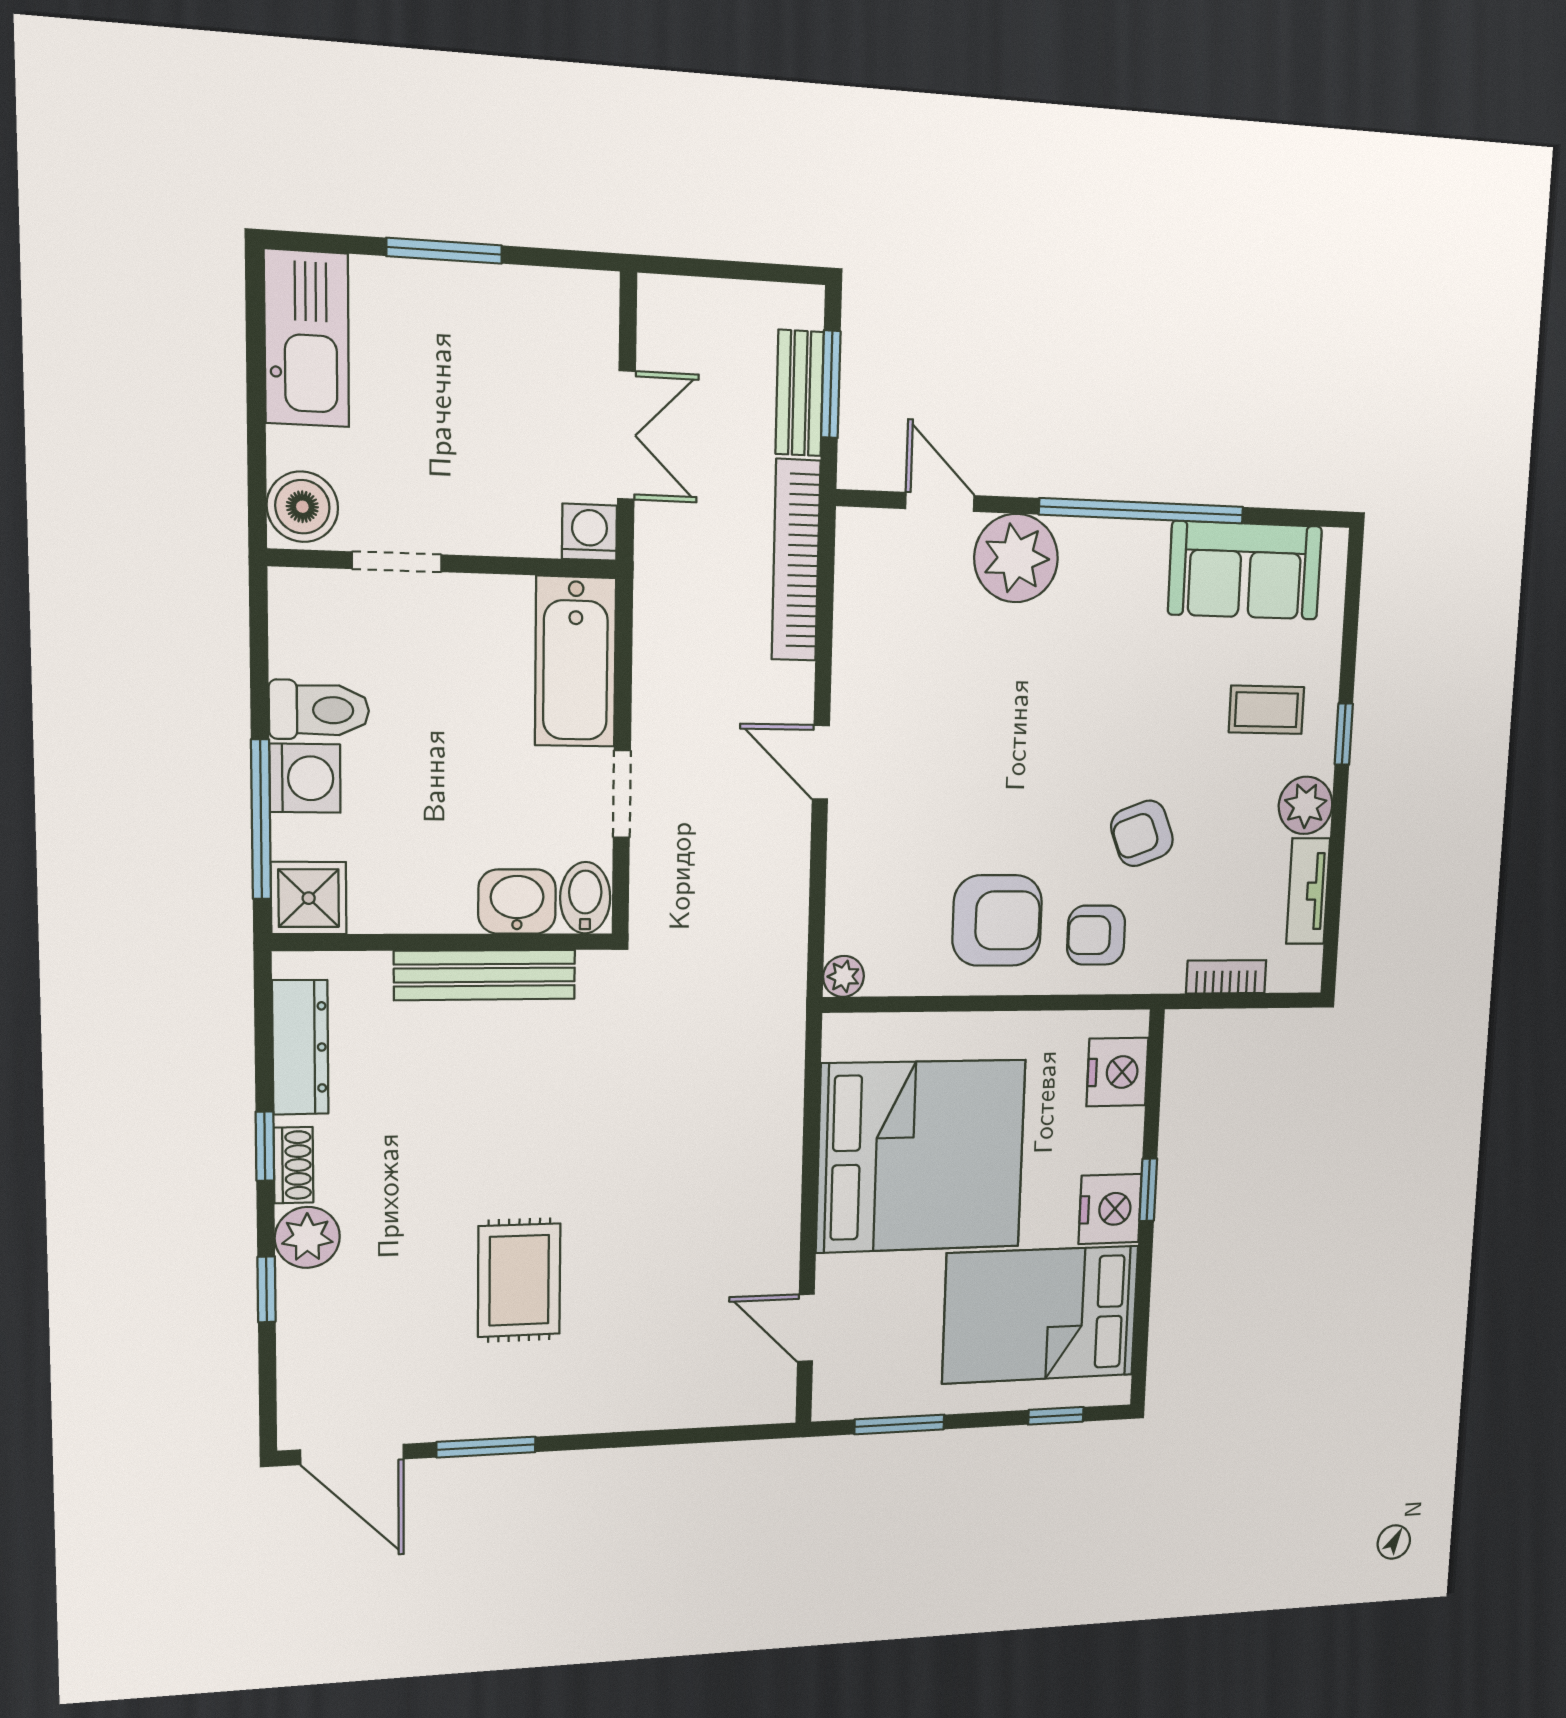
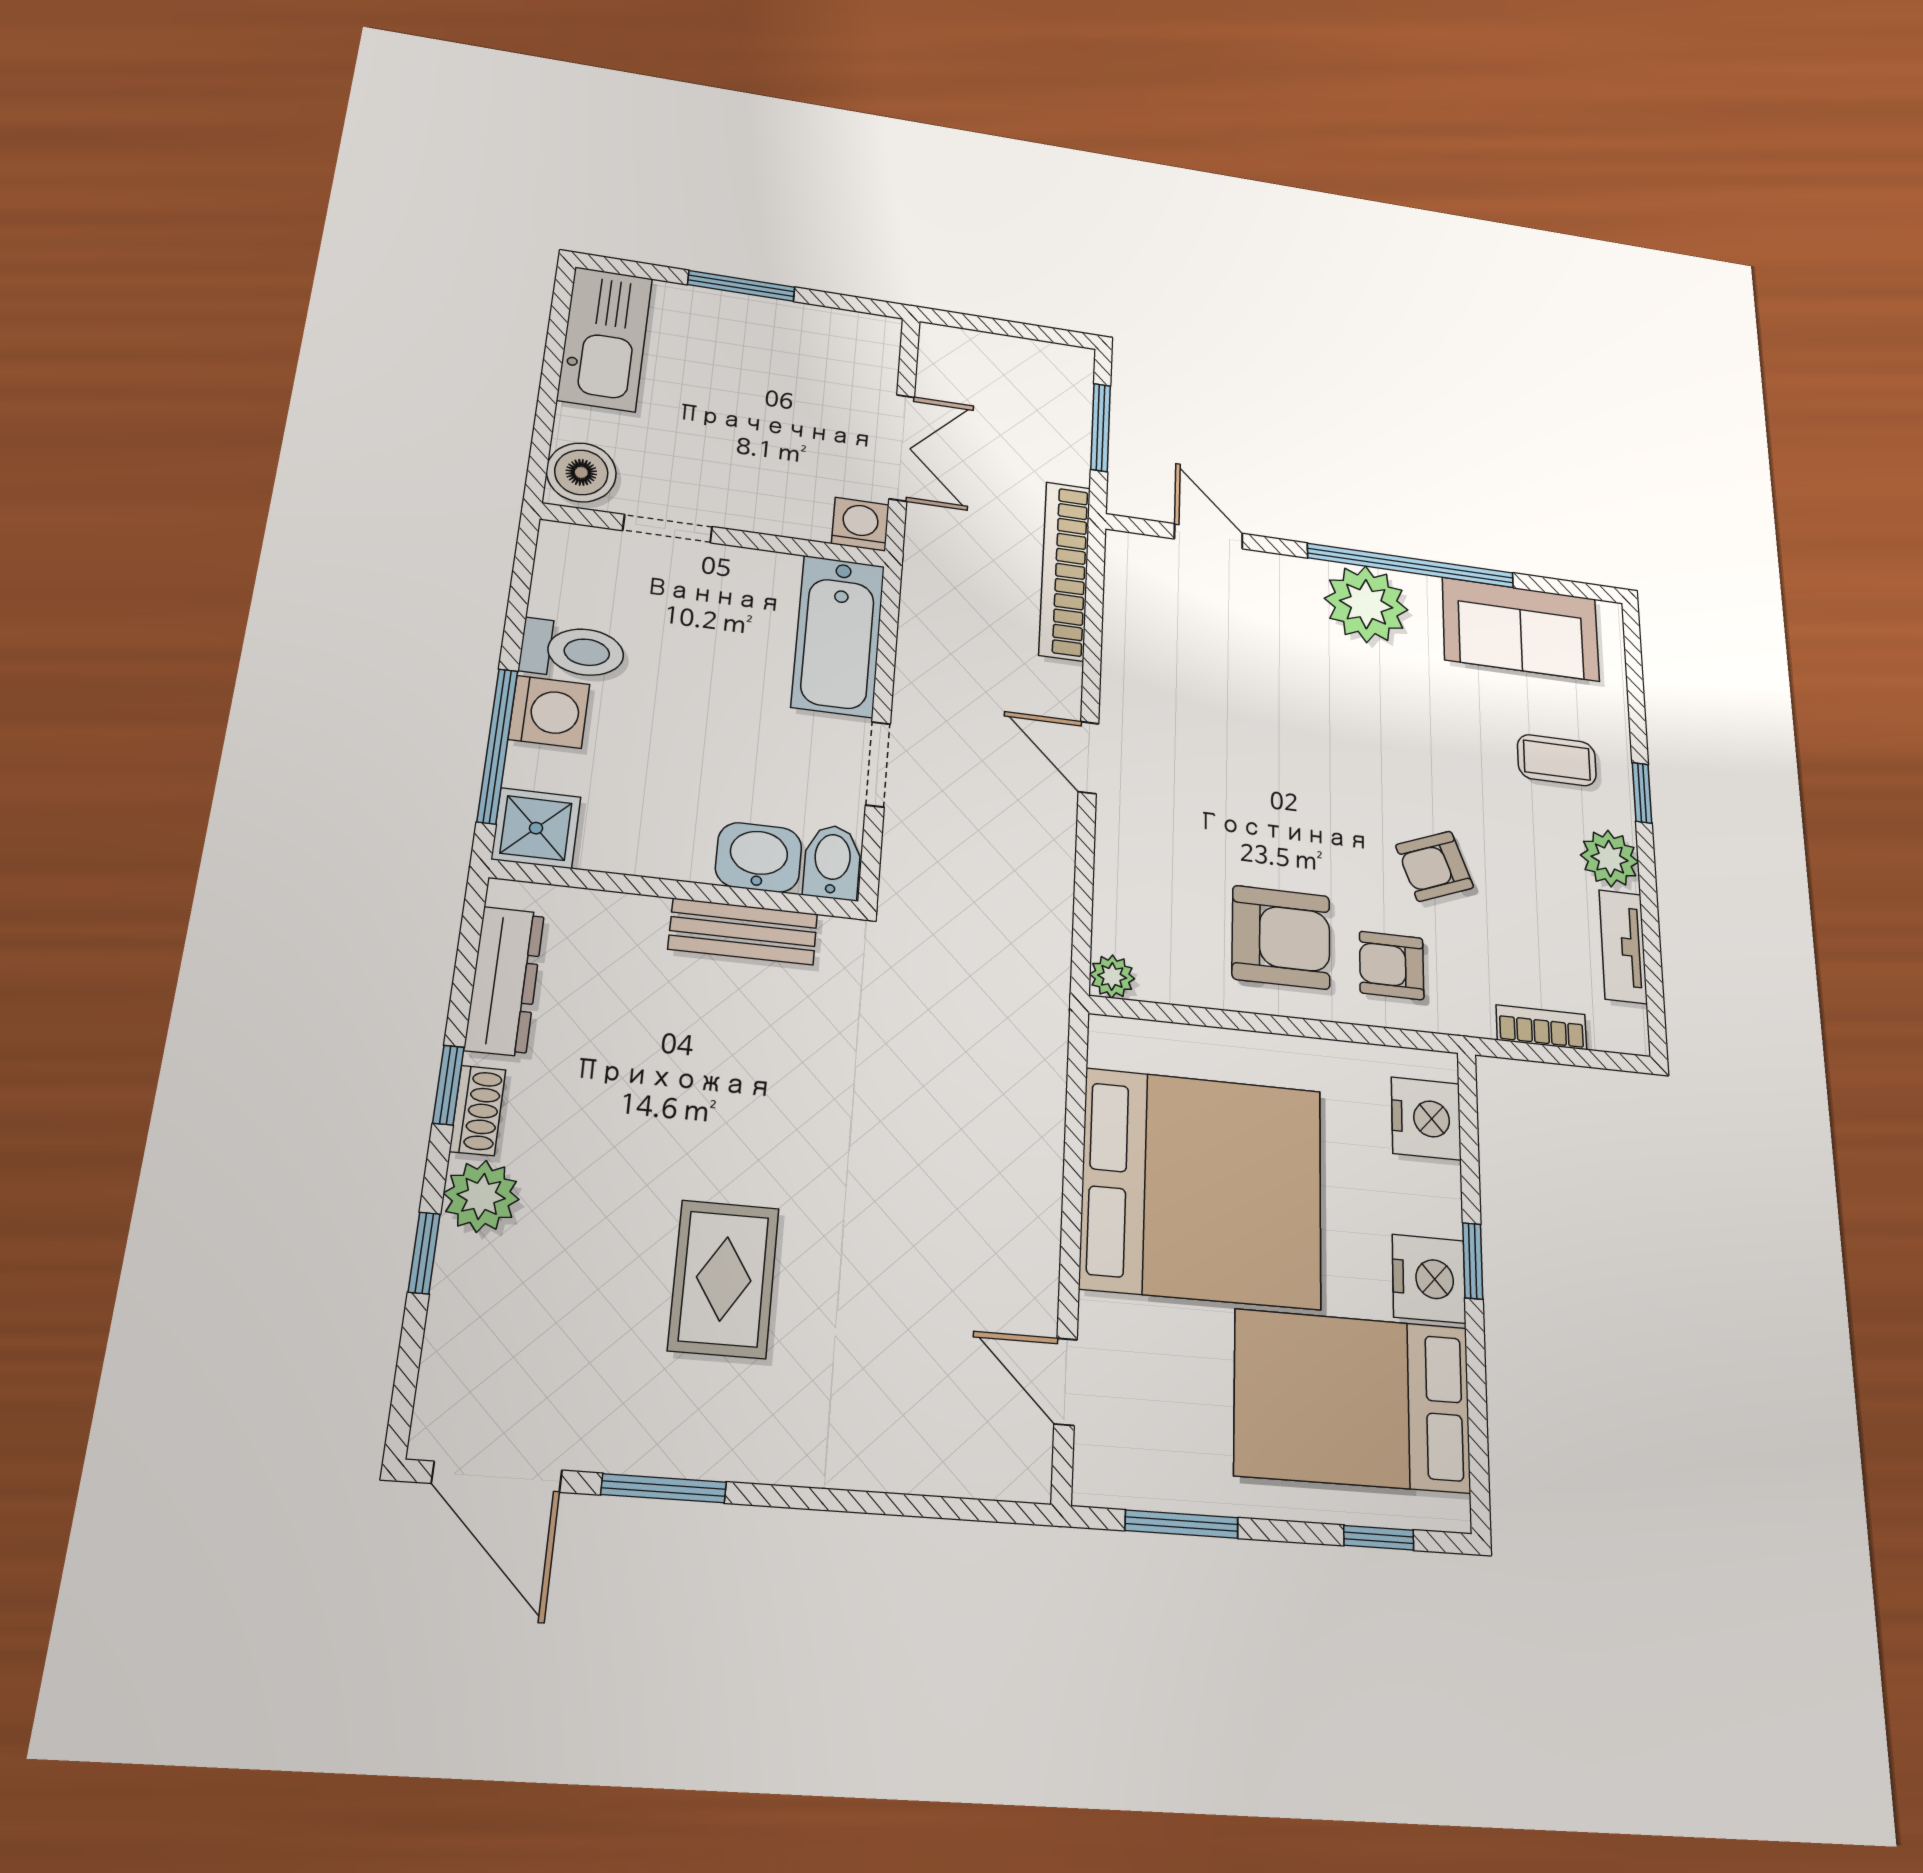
bench: (800, 393) -> (1070, 431), removed
plant: (1016, 558) -> (1366, 604), moved
bench: (485, 975) -> (743, 932), width x0.73

